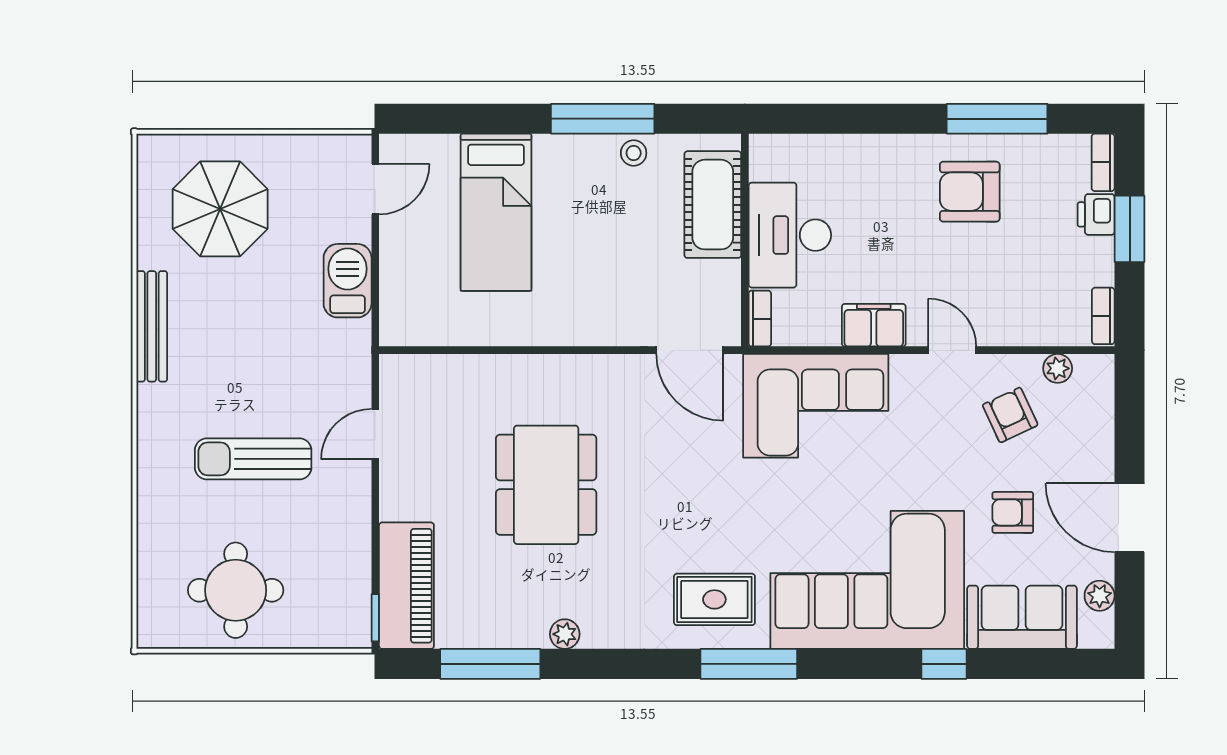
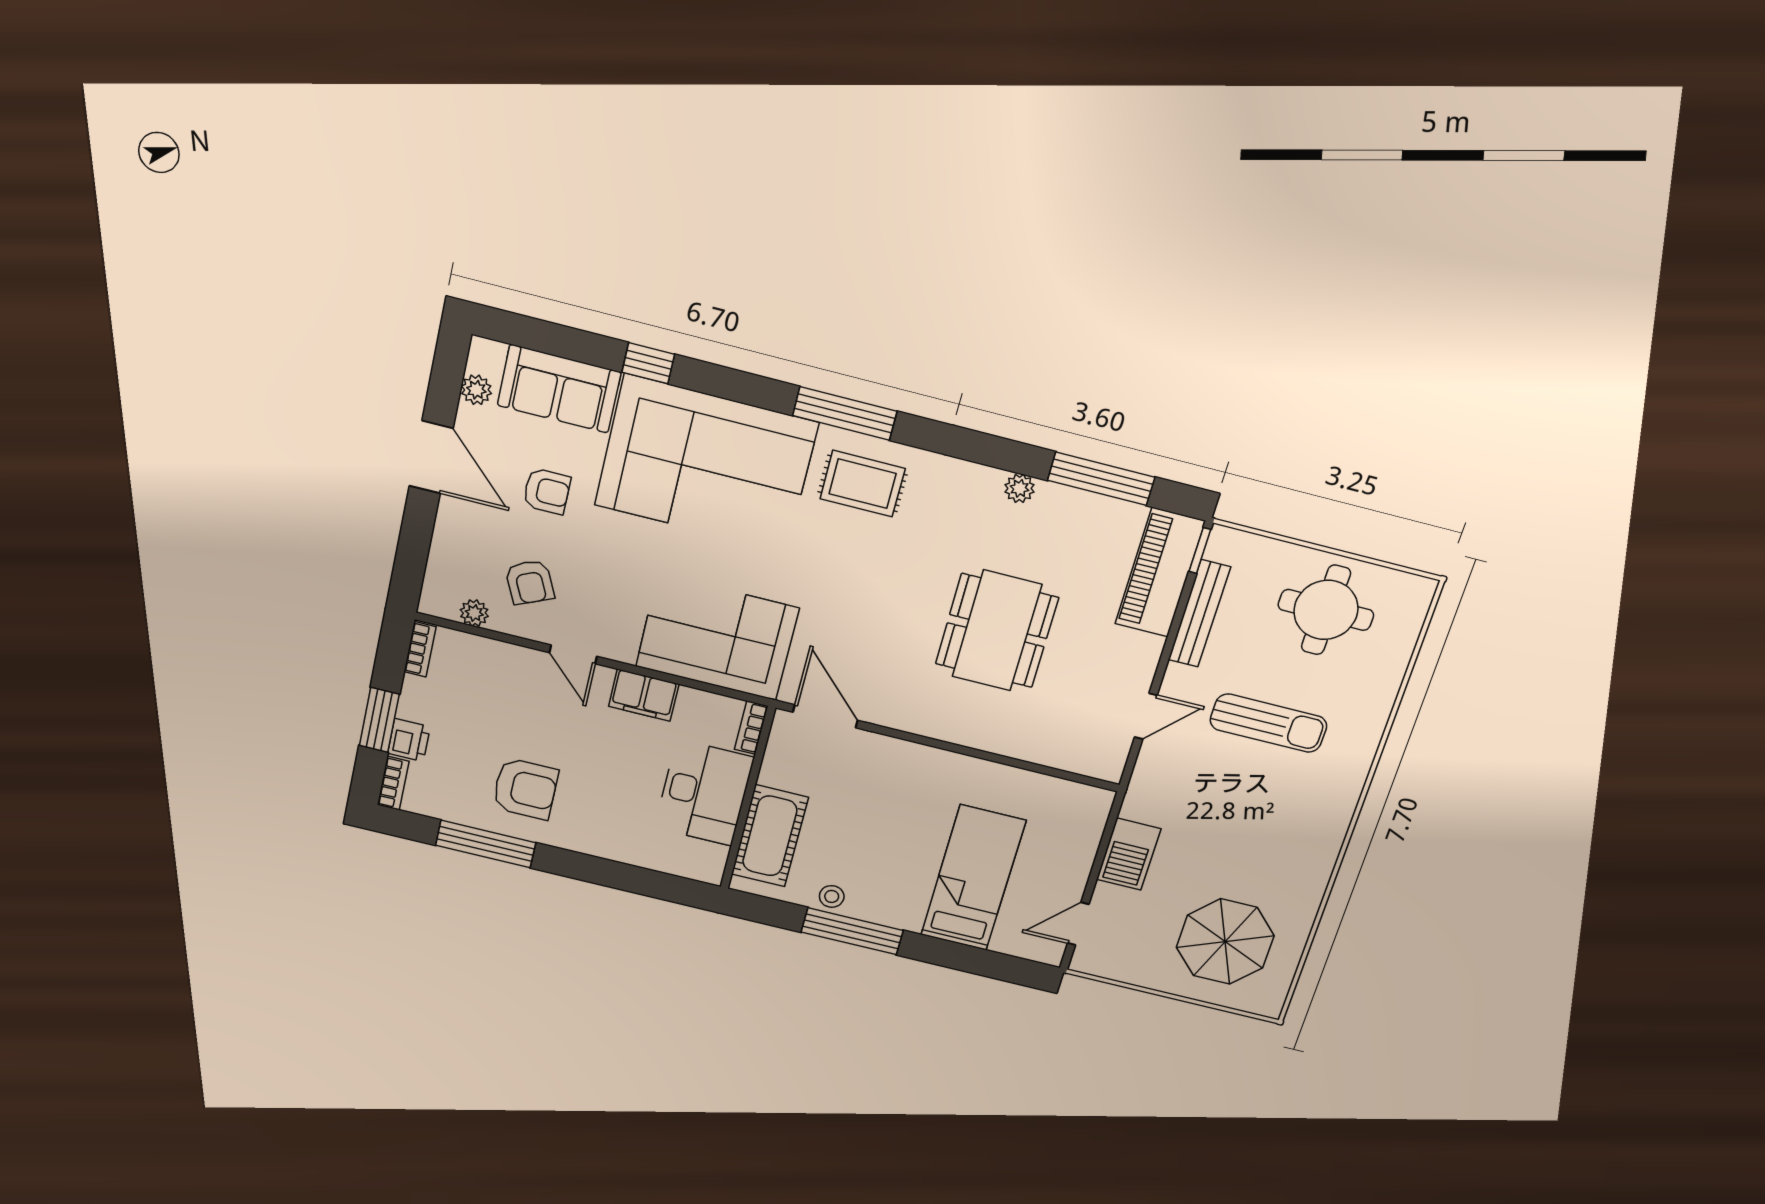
bench: (152, 326) -> (1199, 614), moved

